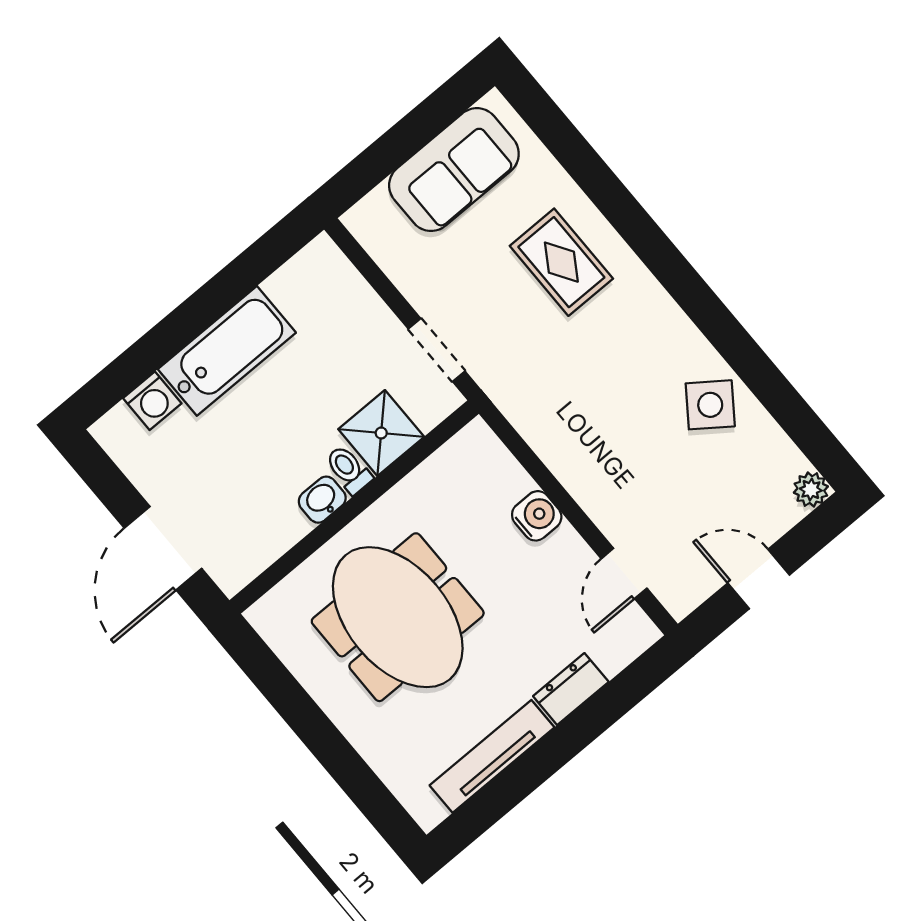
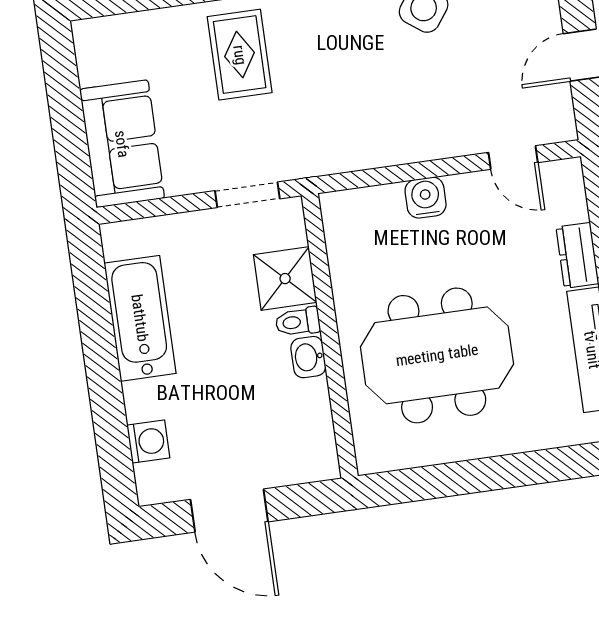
sofa: (454, 170) -> (122, 144), moved
rug: (561, 262) -> (240, 55), turned 90
bathtub: (227, 351) -> (140, 318), moved
door: (163, 548) -> (229, 511), moved

